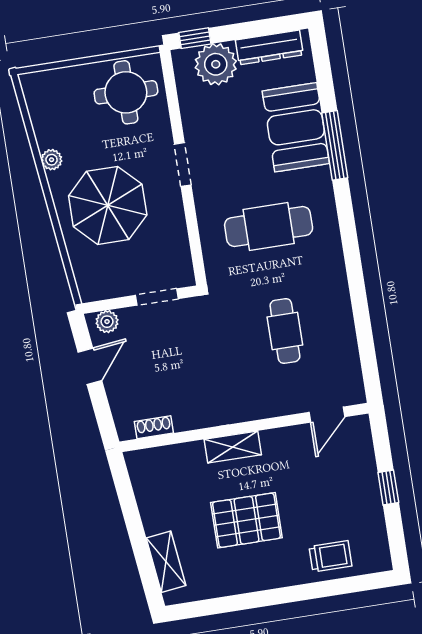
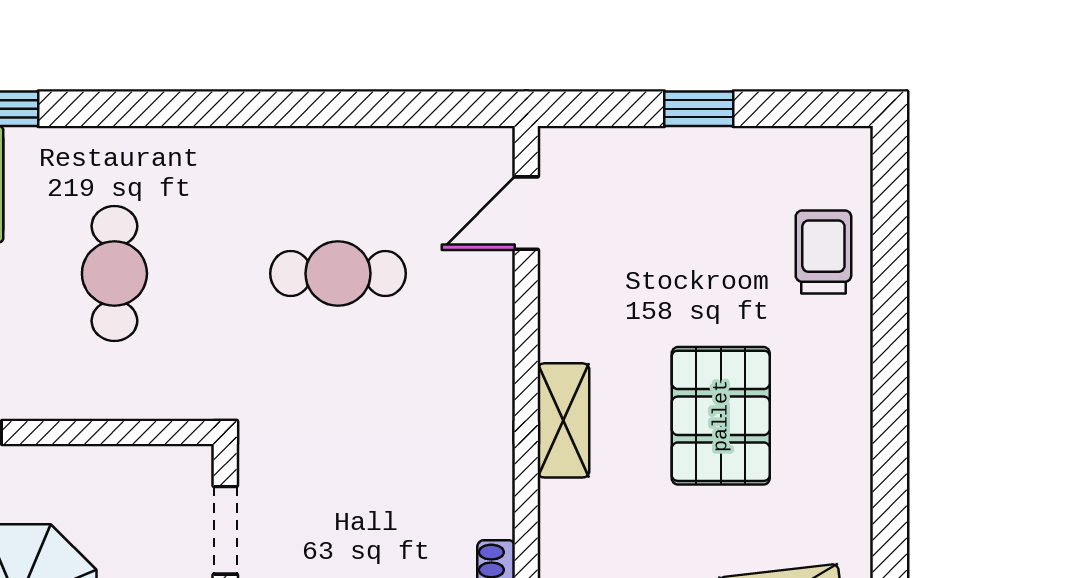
cafe table: (269, 227) -> (114, 274), width x0.73, depth x0.74
door: (327, 415) -> (526, 213), swing flipped

